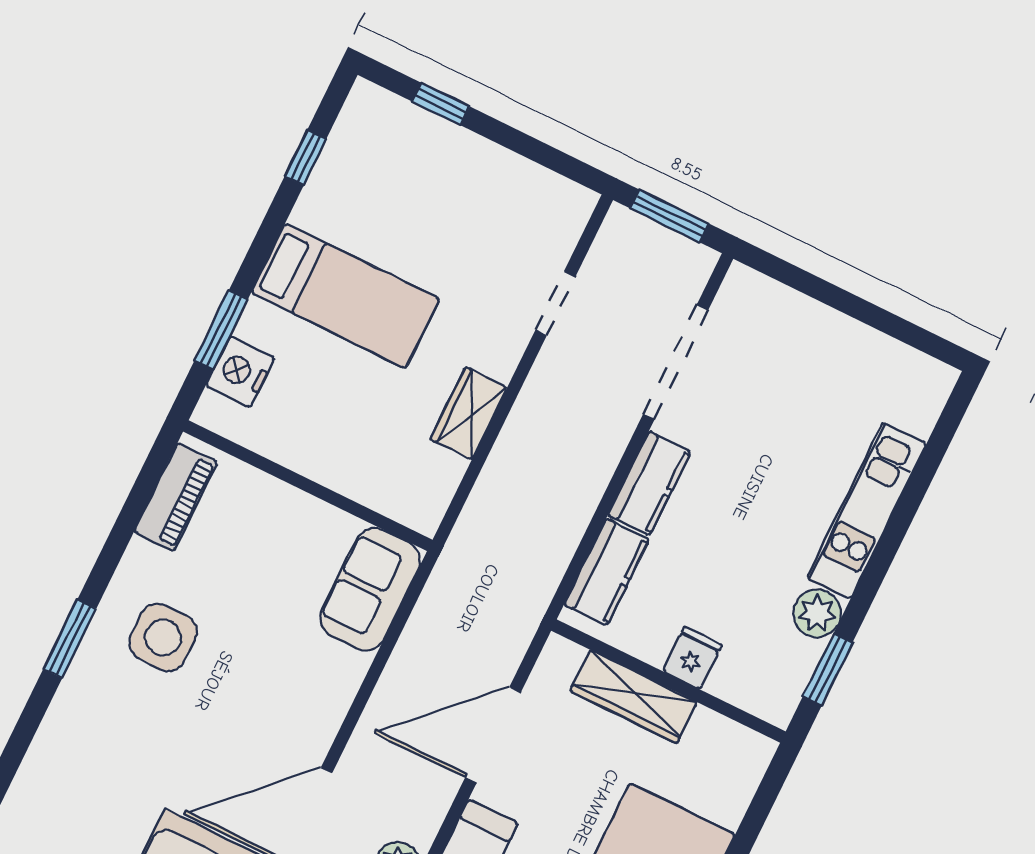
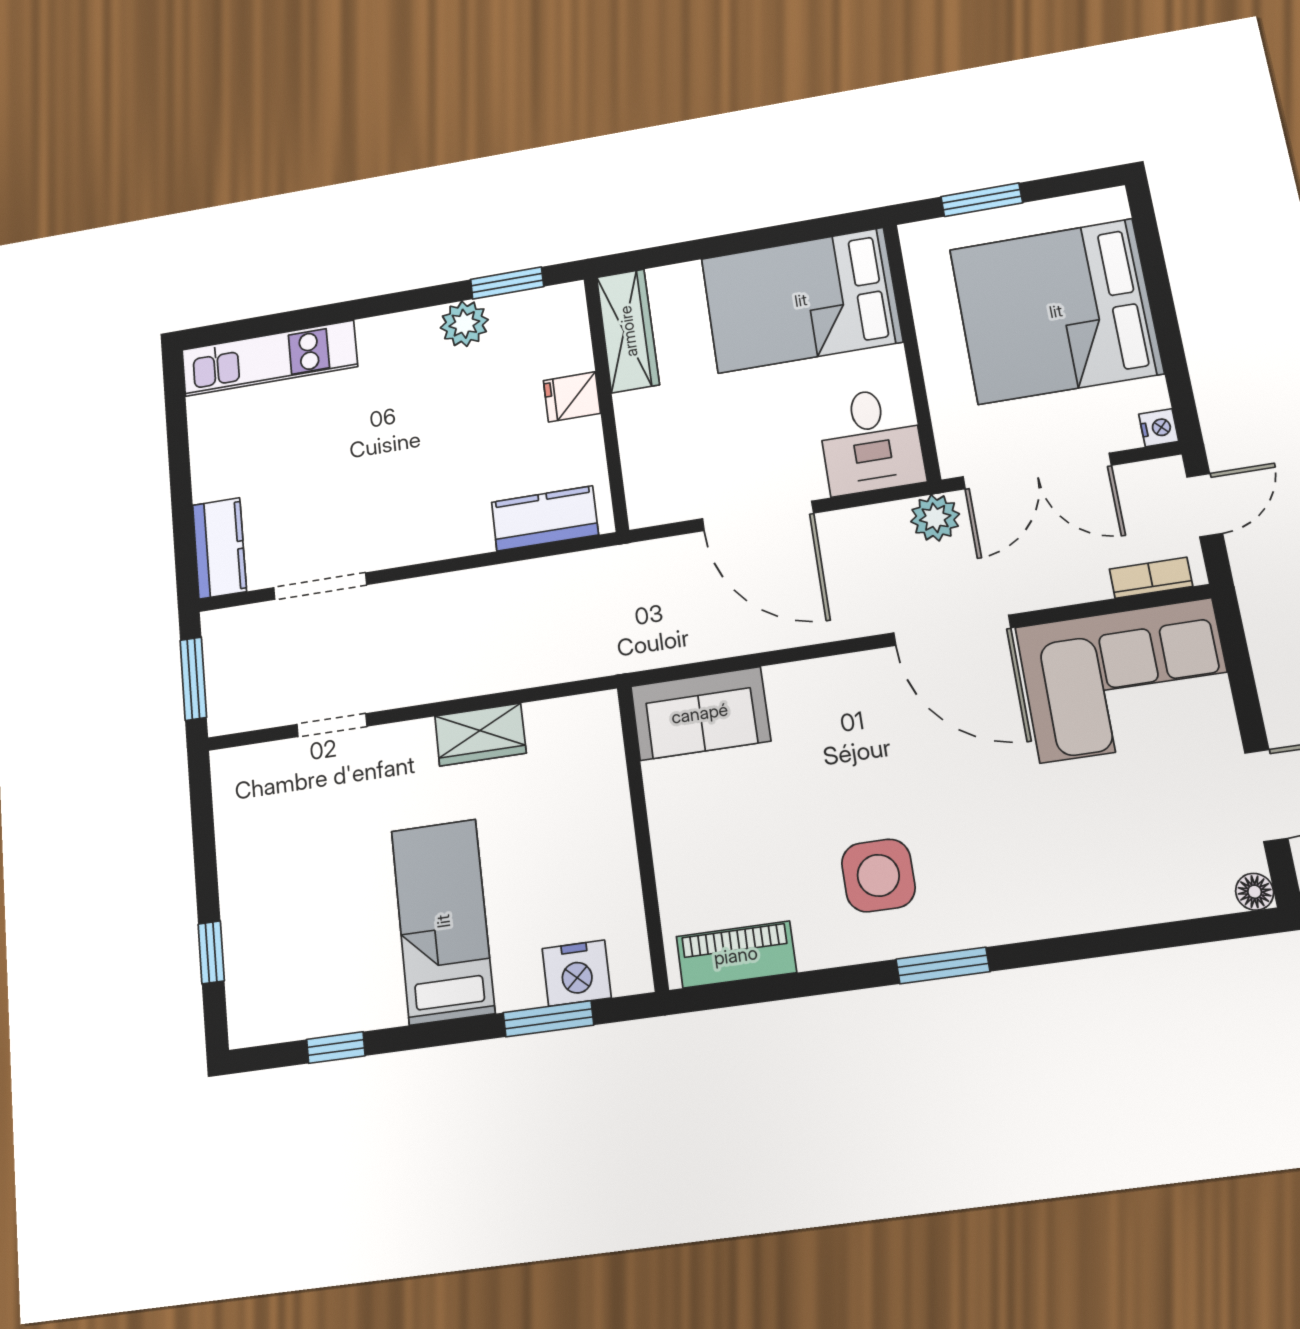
doorway: (676, 362) -> (320, 586), width x0.73
kitchen counter: (649, 483) -> (219, 548), moved, turned 90
kitchen unit: (867, 511) -> (269, 358), moved
wardrobe: (634, 697) -> (628, 331), moved

